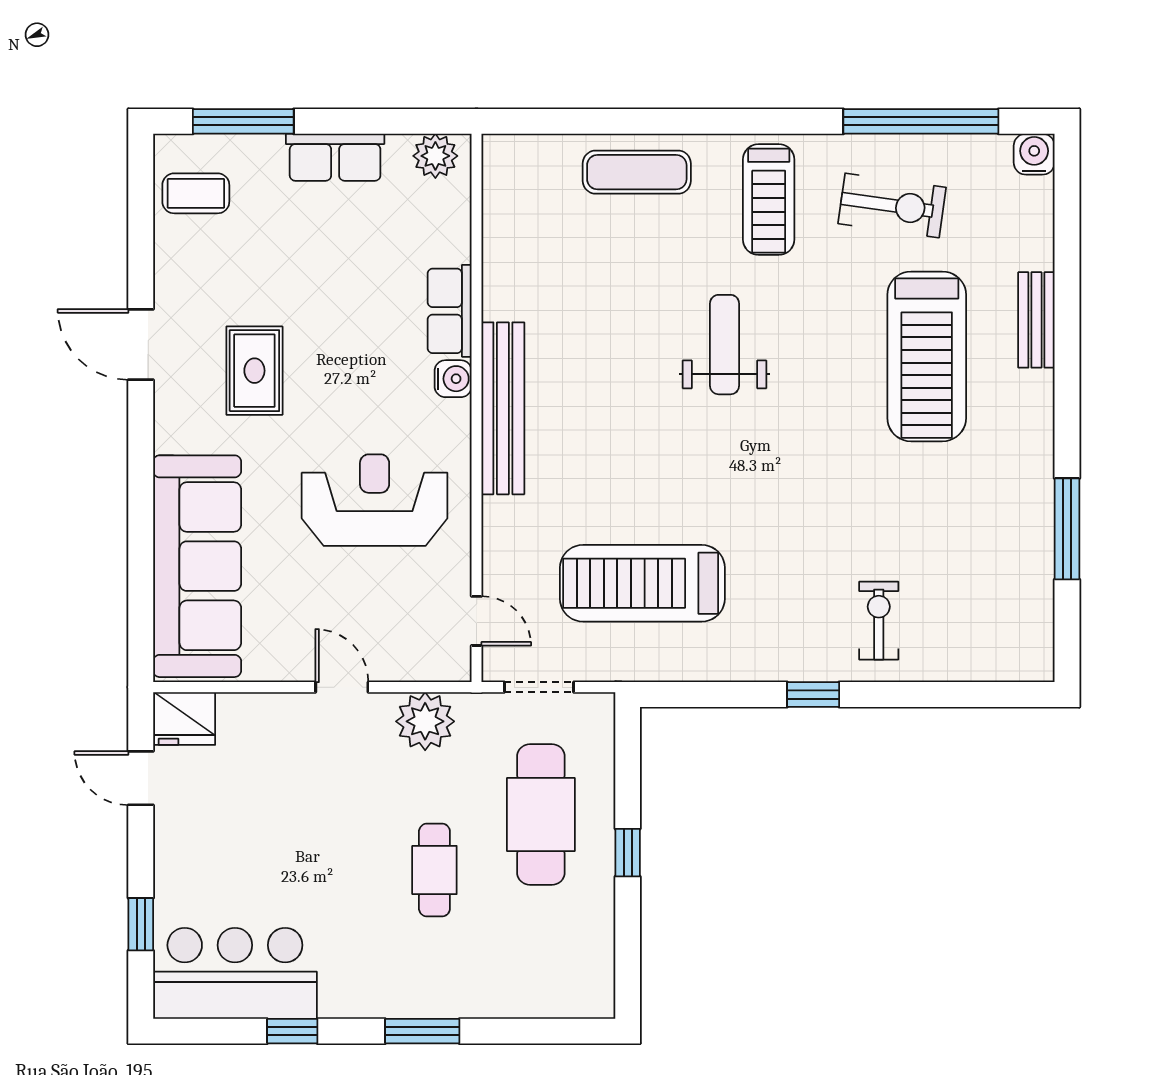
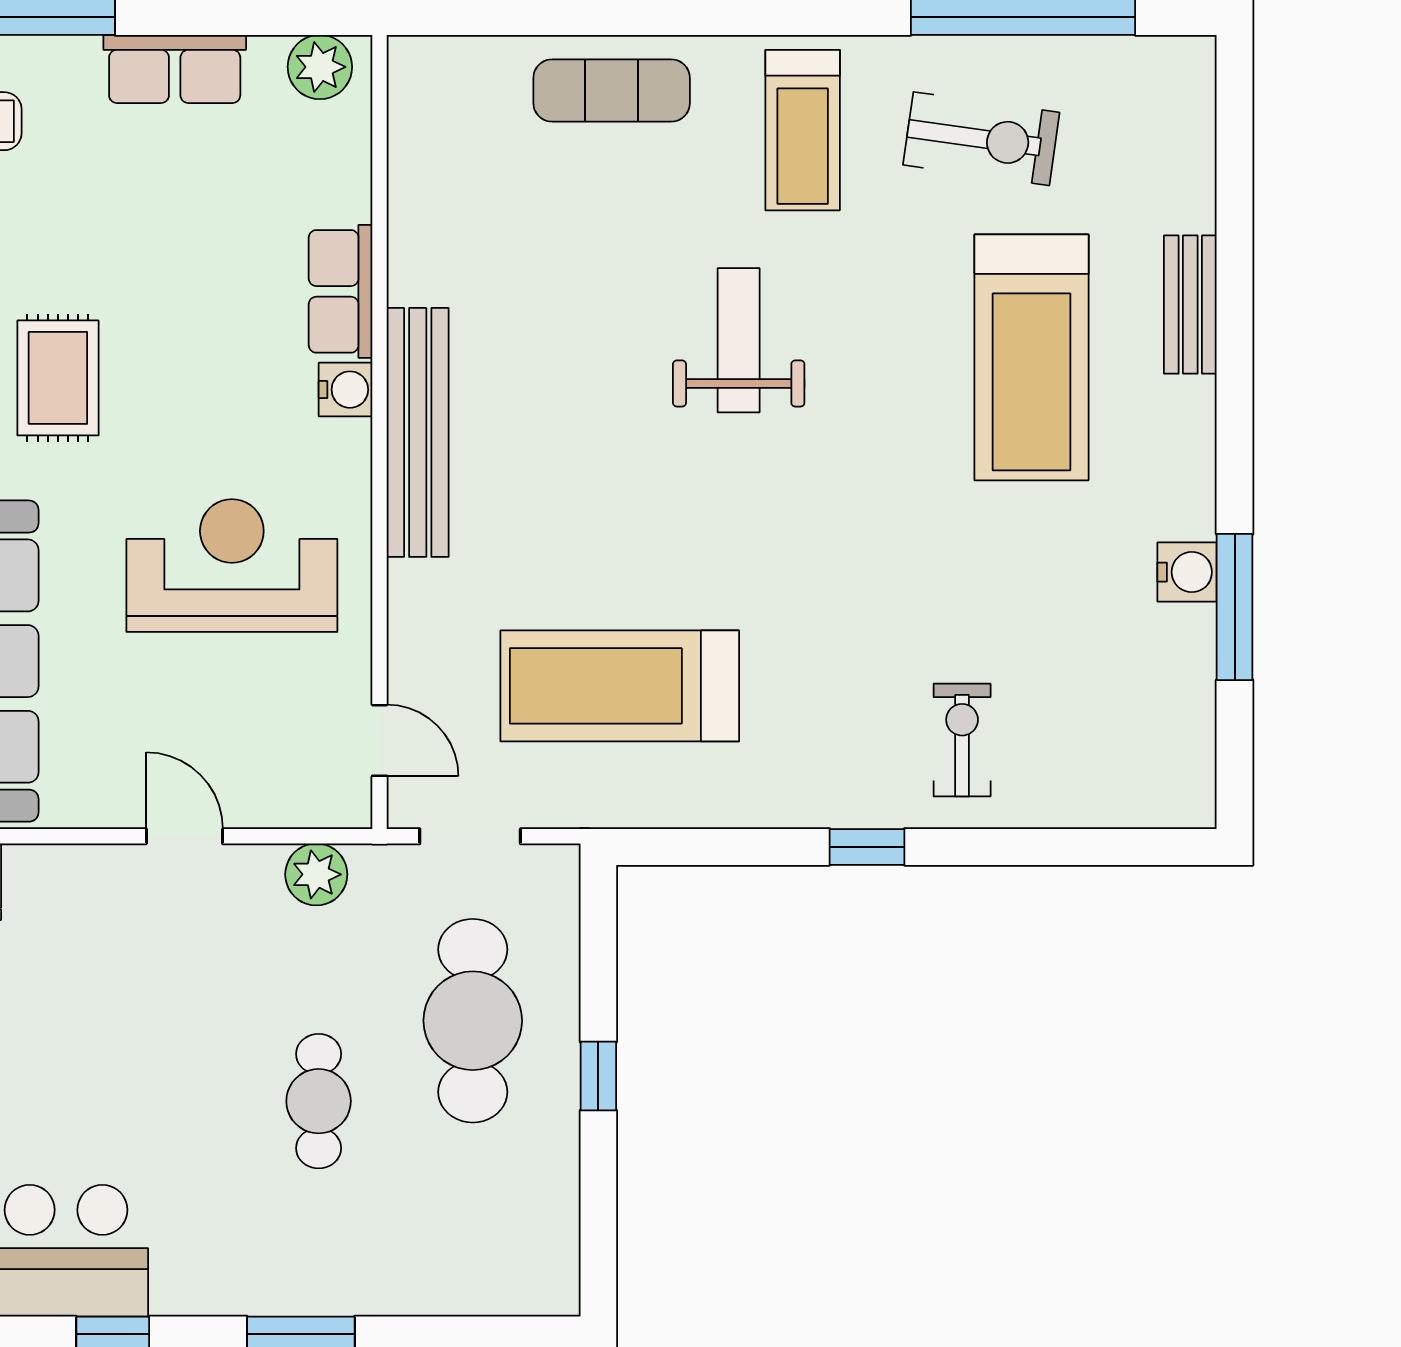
water cooler: (1034, 154) -> (1187, 572), moved, turned 90
plant: (425, 721) -> (316, 874), width x0.73, depth x0.73

